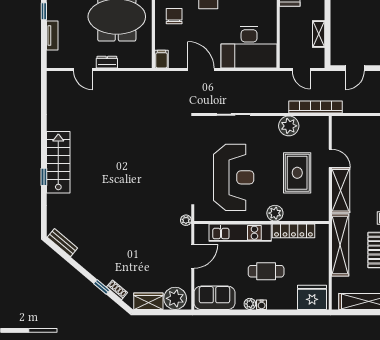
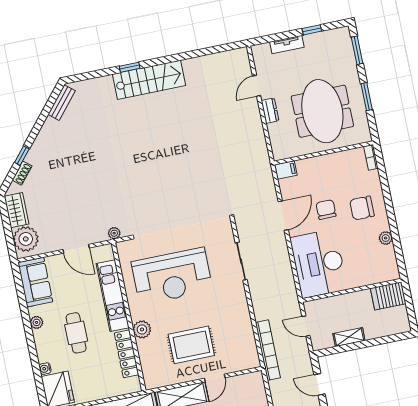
chair: (174, 16) -> (326, 210), moved, turned -90
door: (301, 69) -> (306, 326), hinge flipped
plant: (289, 126) -> (241, 325), removed
water cooler: (262, 305) -> (45, 369), moved

